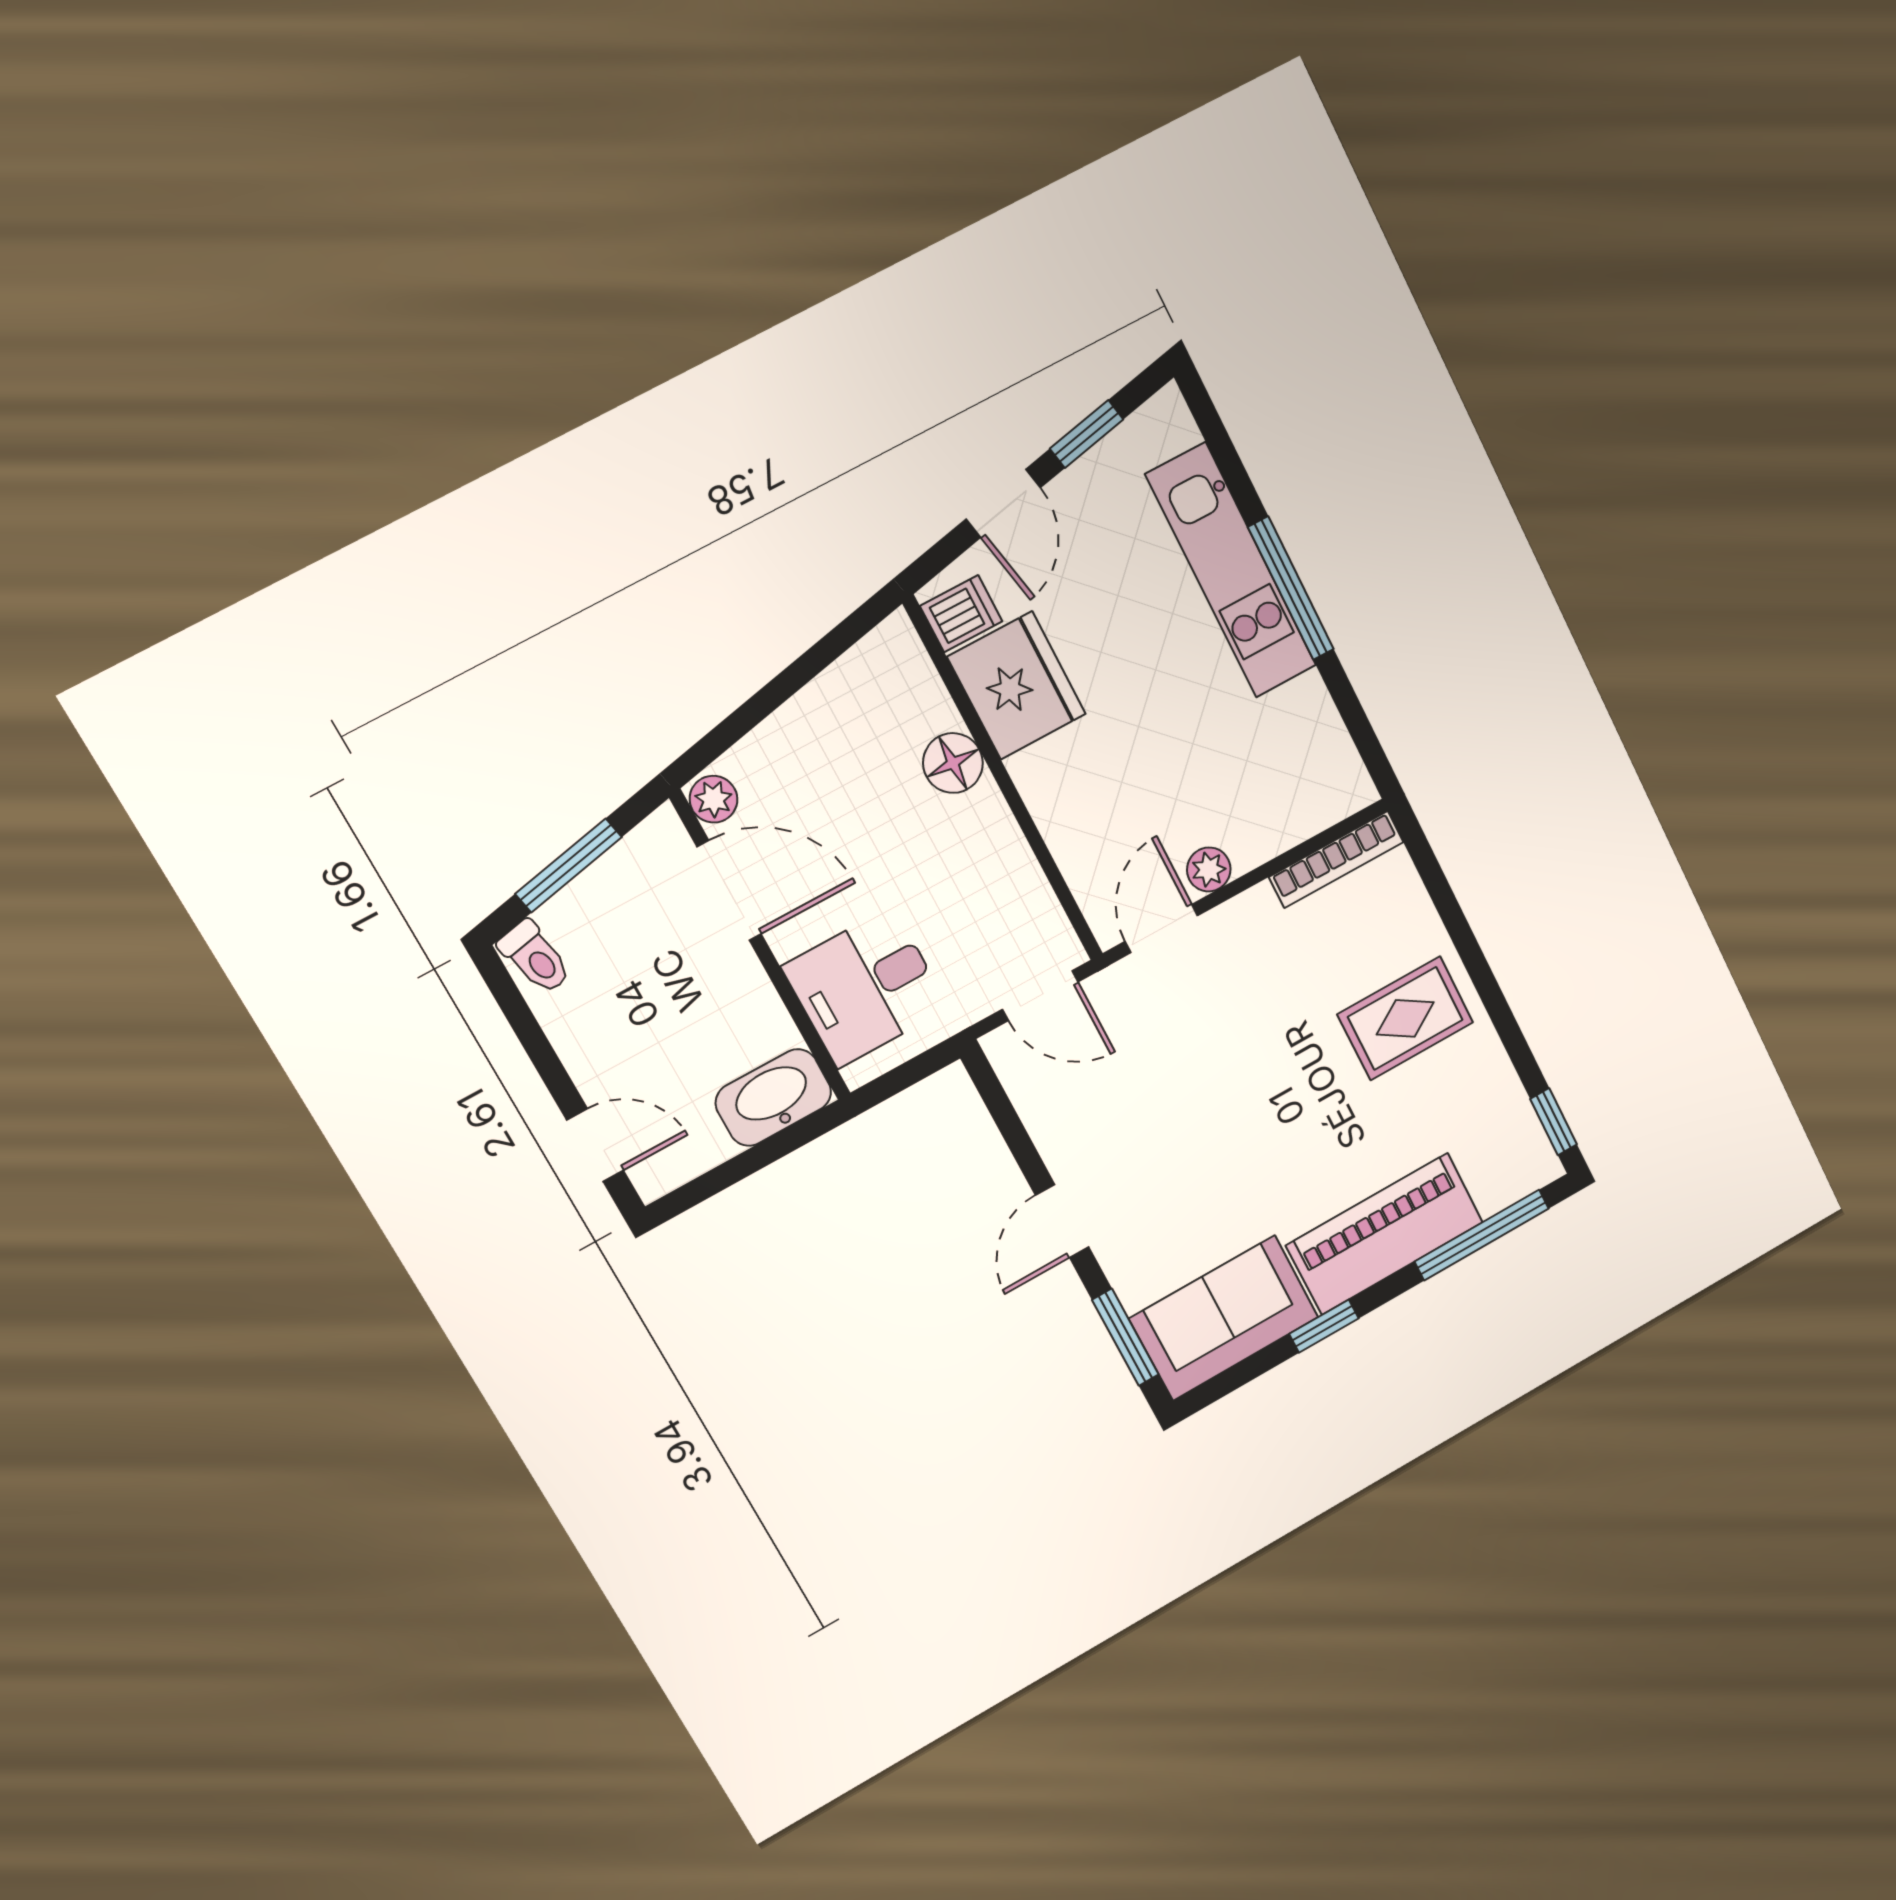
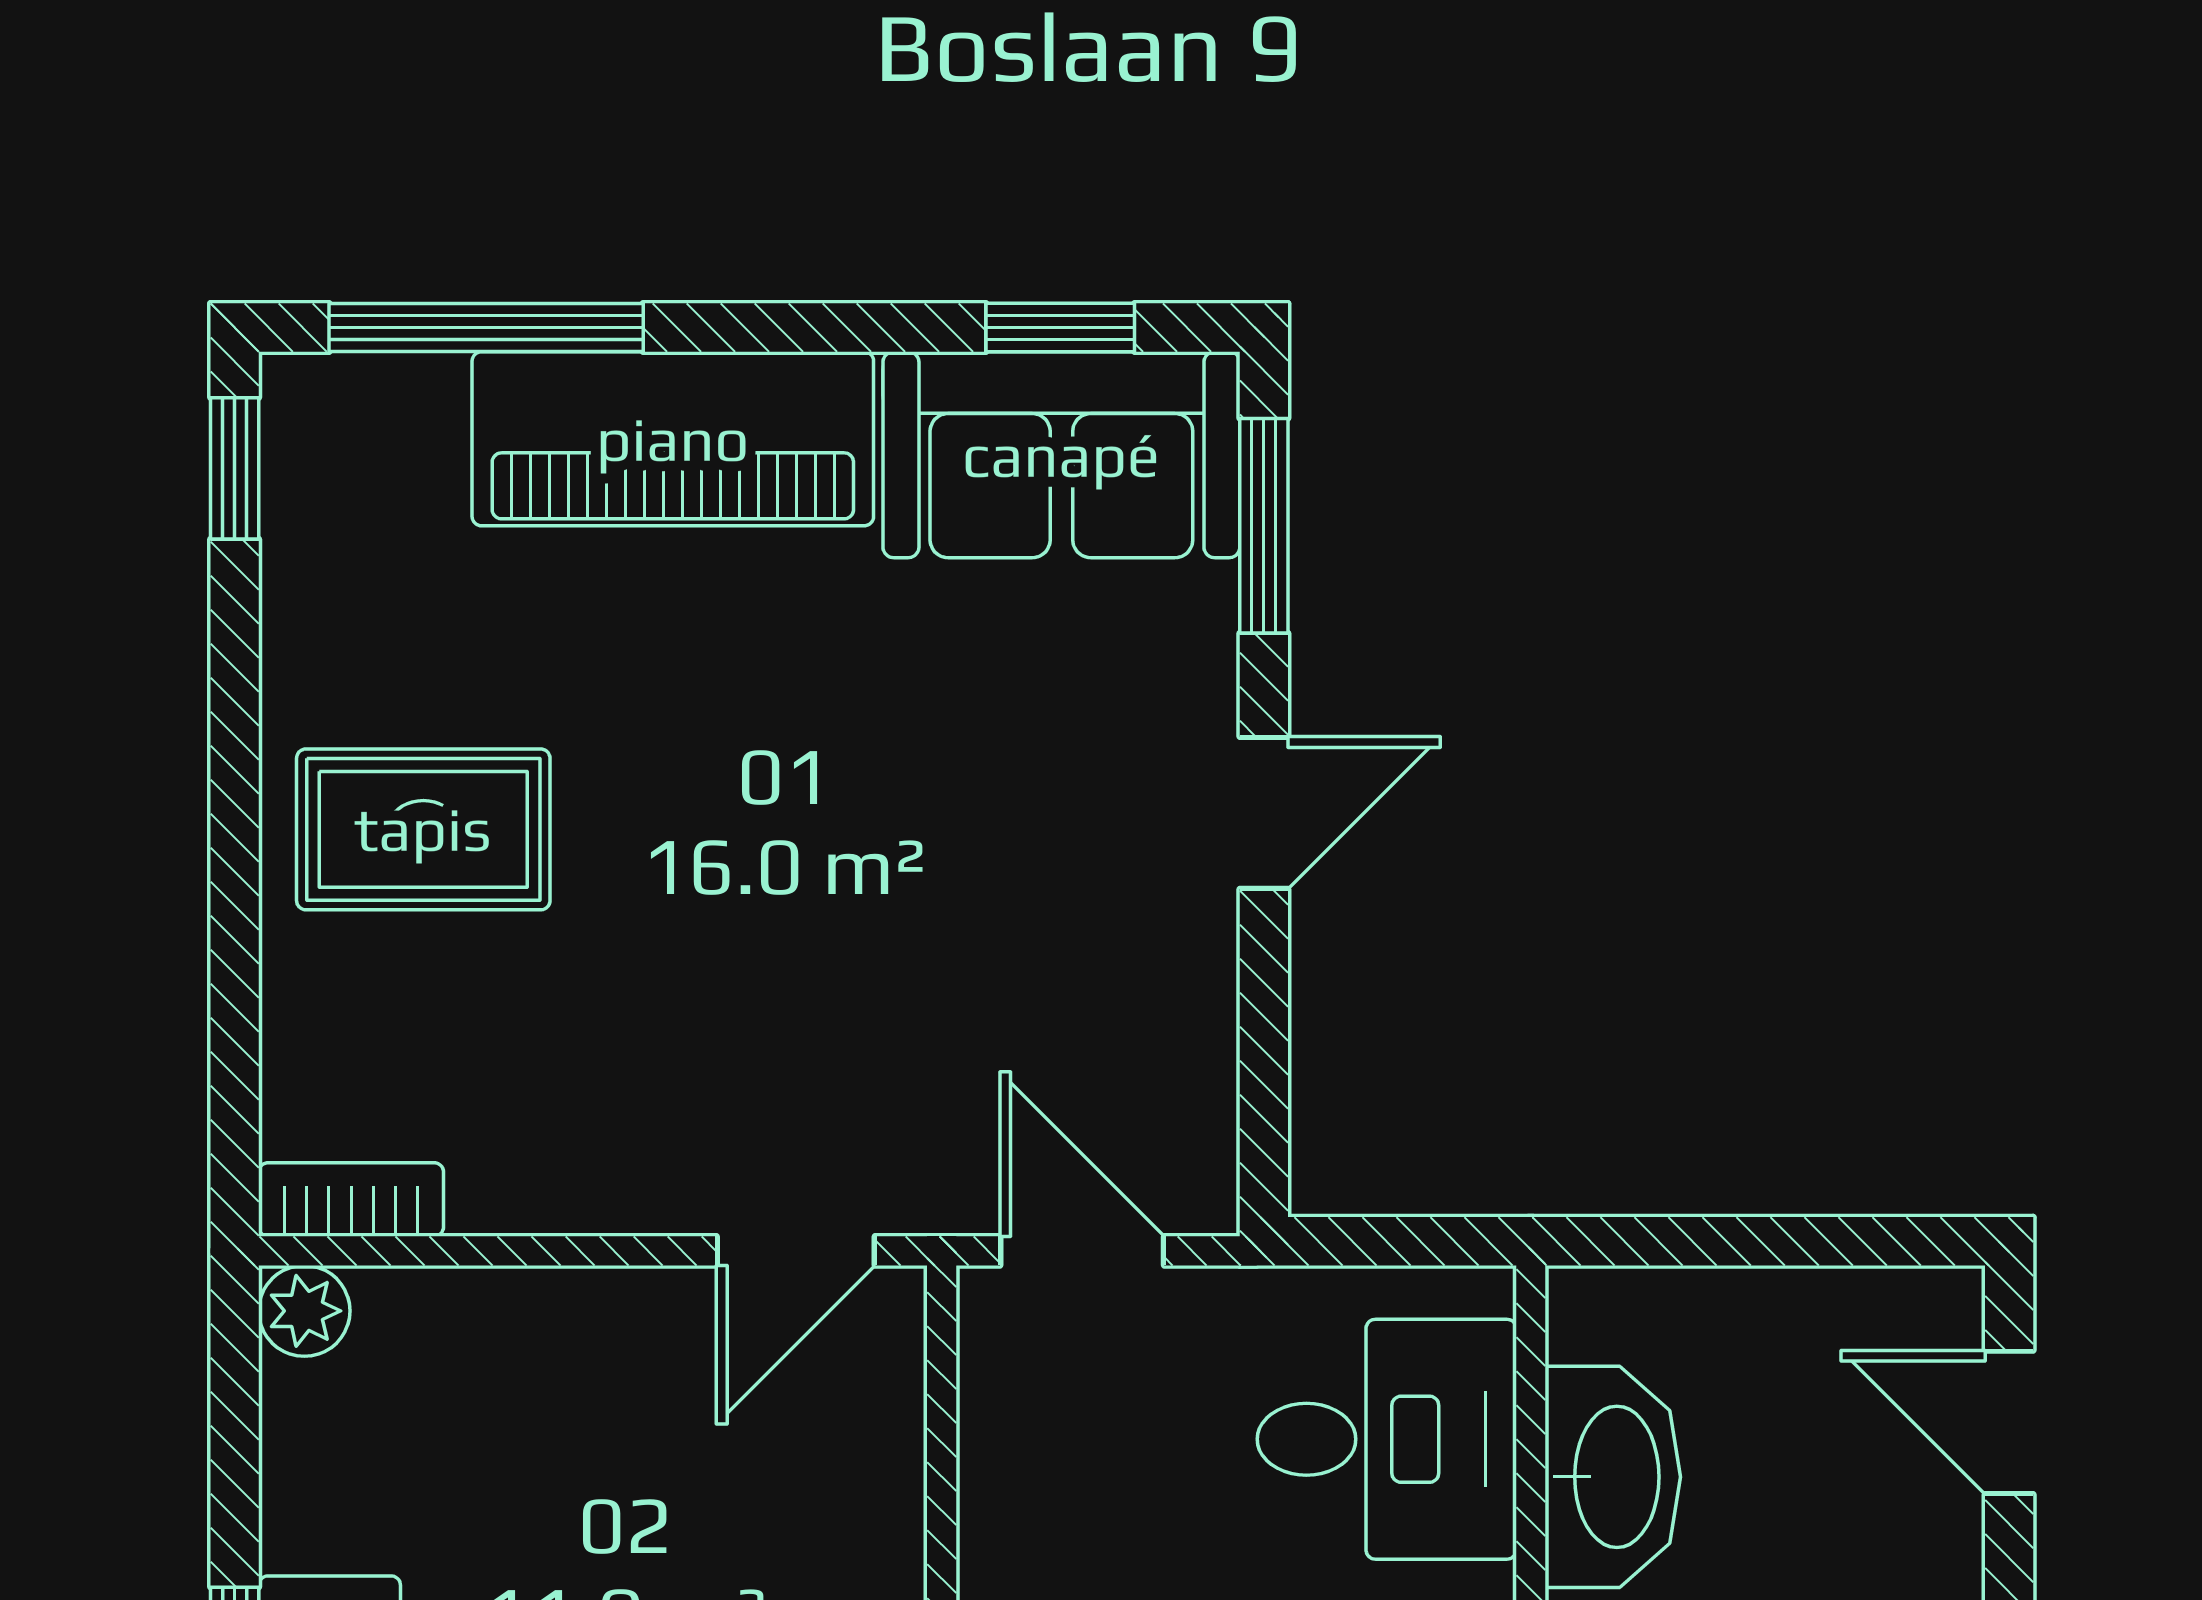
bookcase: (1336, 859) -> (351, 1199), width x0.64
plant: (1209, 869) -> (304, 1311), moved
washbasin: (773, 1097) -> (1613, 1477), moved, turned -90
window: (1324, 1326) -> (1060, 328), moved

